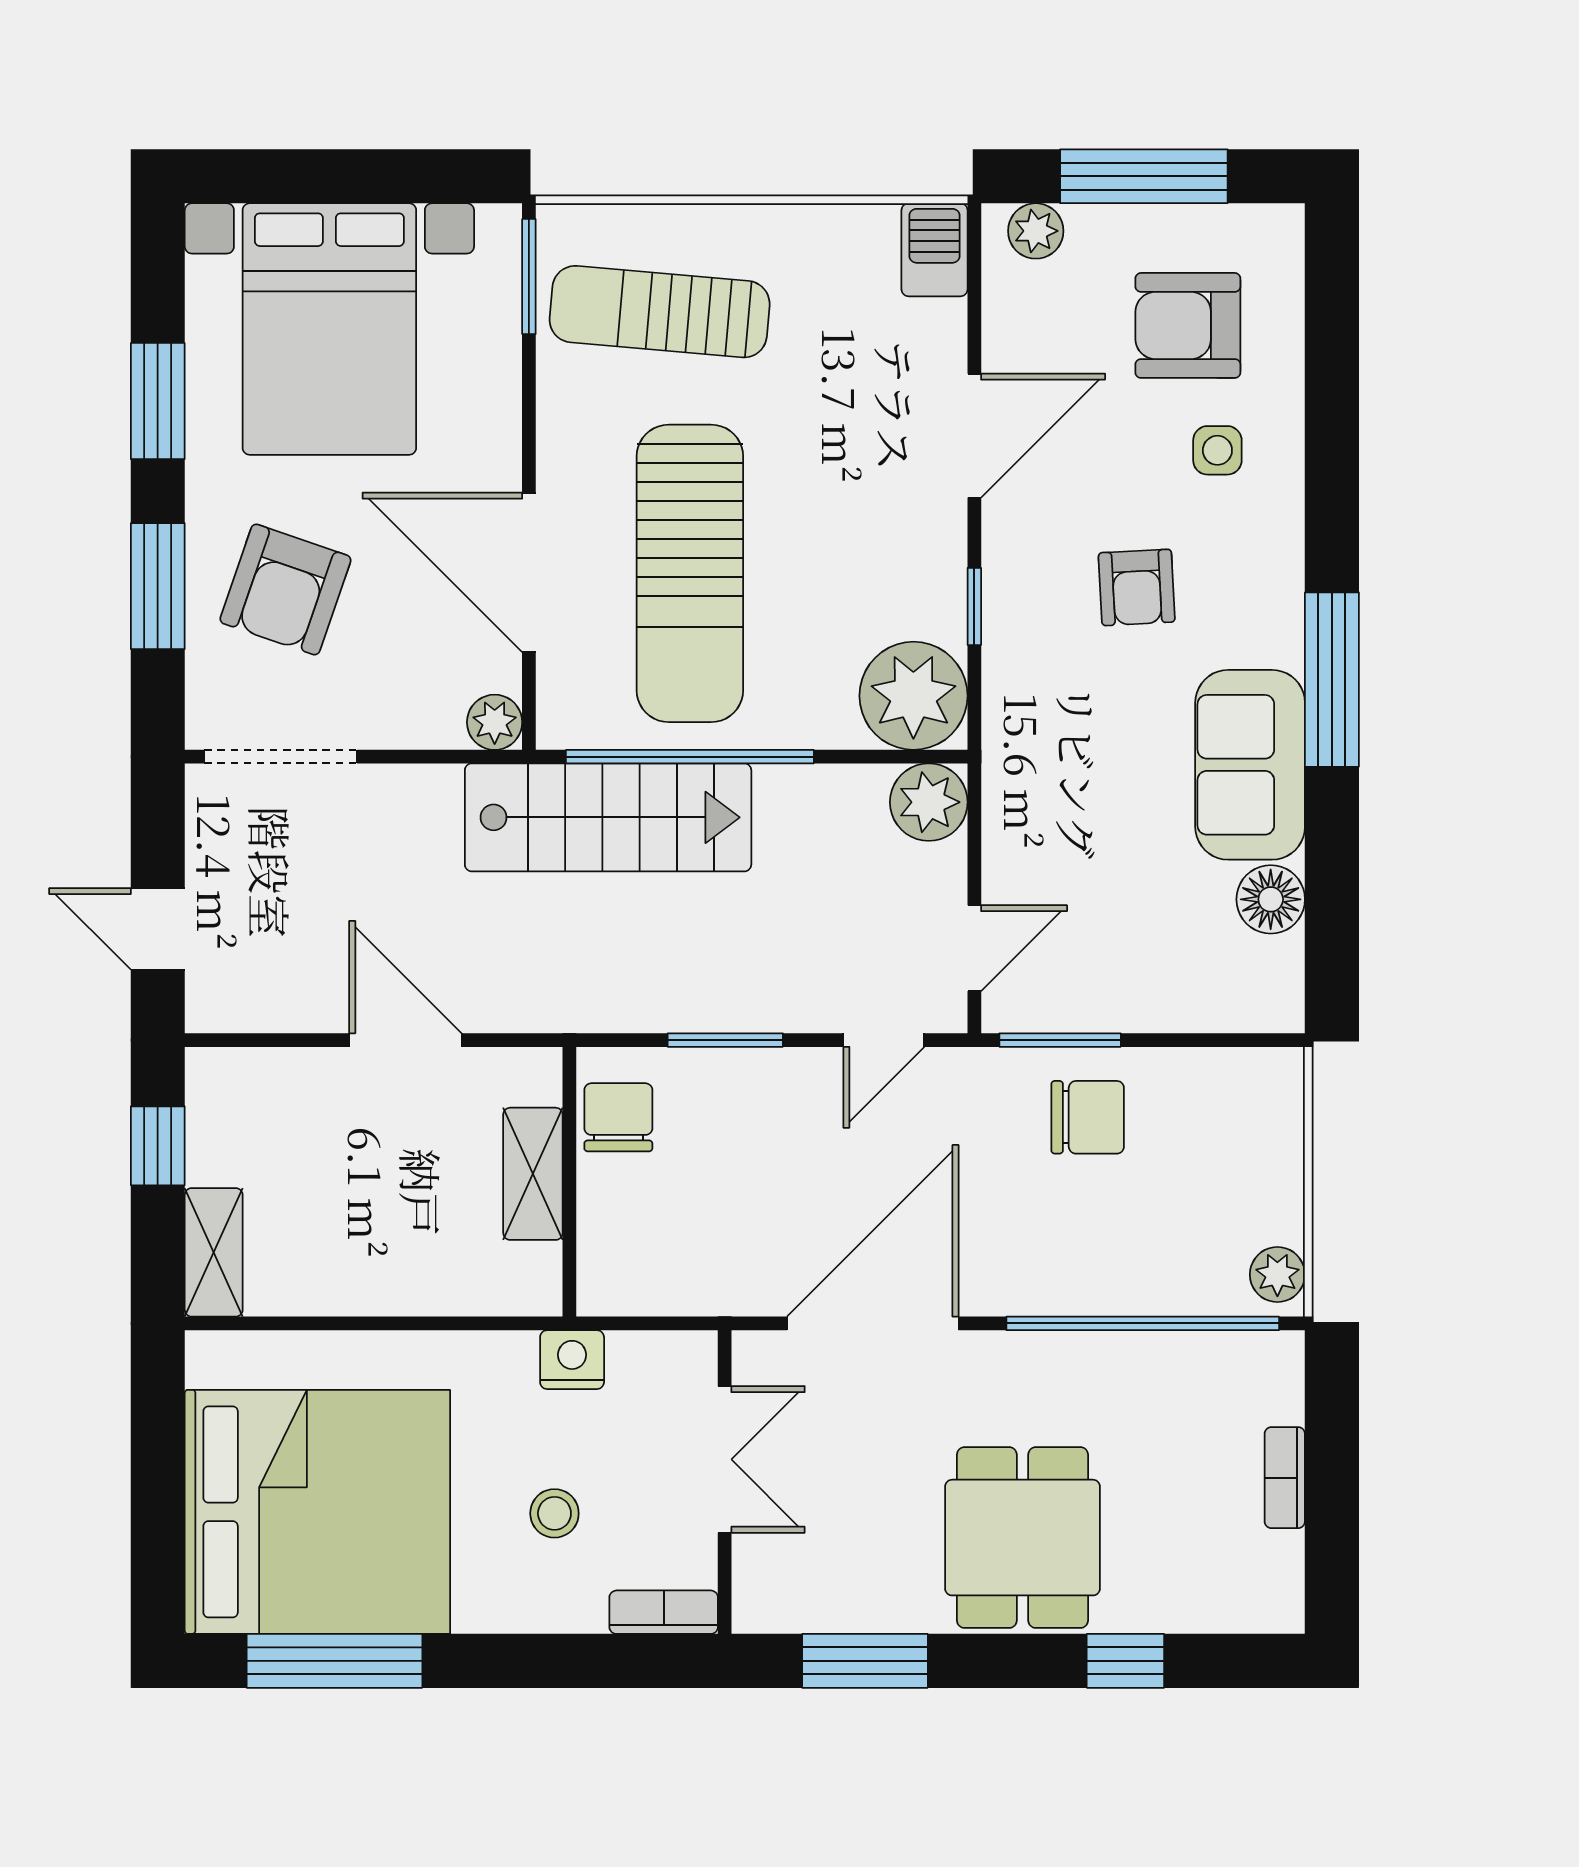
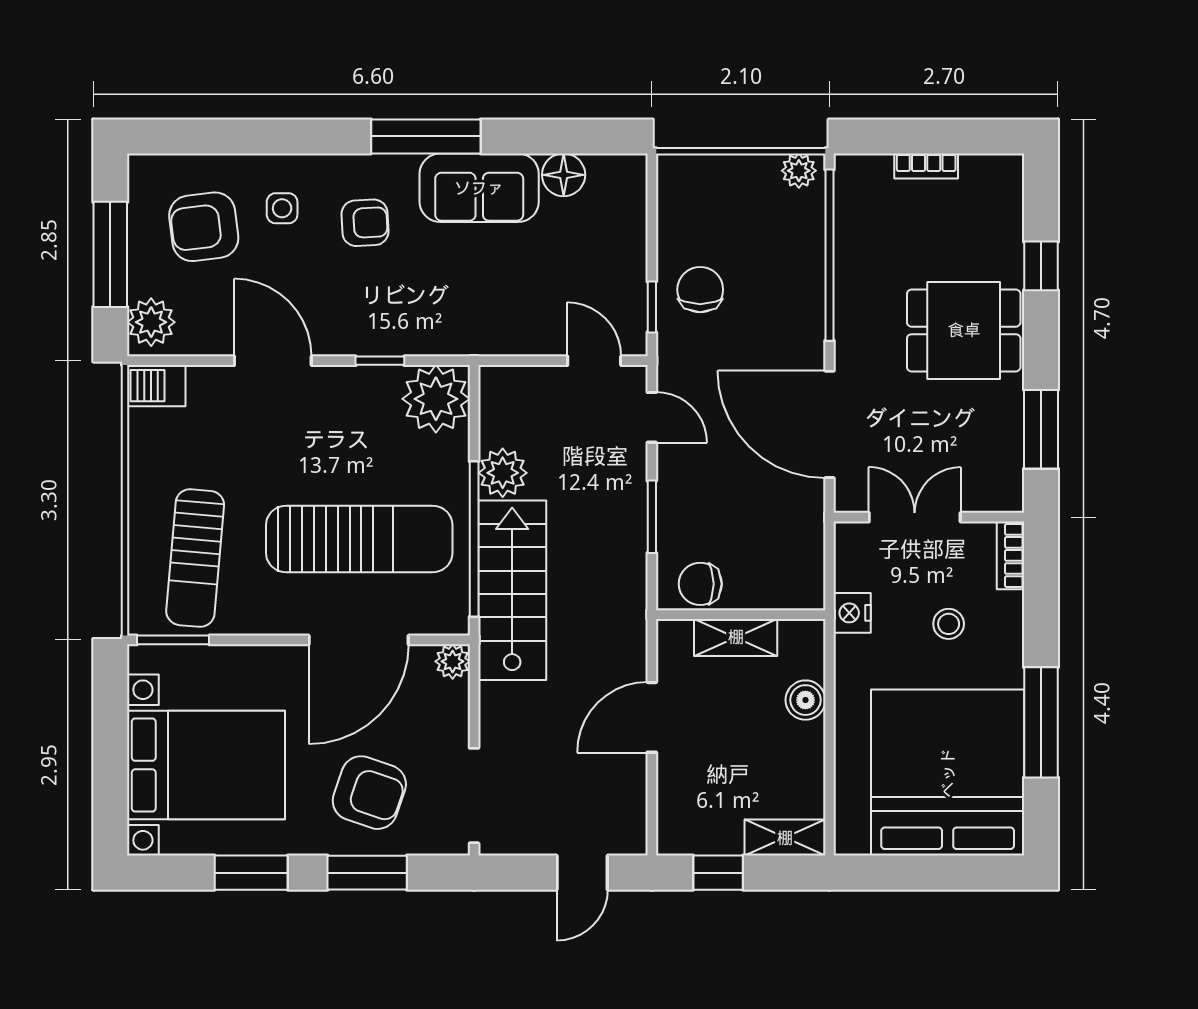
plant: (1036, 231) -> (151, 322), width x1.38, depth x1.38
armchair: (1188, 325) -> (204, 227), turned 83
armchair: (1137, 587) -> (365, 223), moved
plant: (929, 802) -> (503, 473), moved
window: (1060, 1040) -> (652, 307), width x0.67
boiler: (433, 1285) -> (805, 700), added
window: (334, 1661) -> (1041, 722), moved

